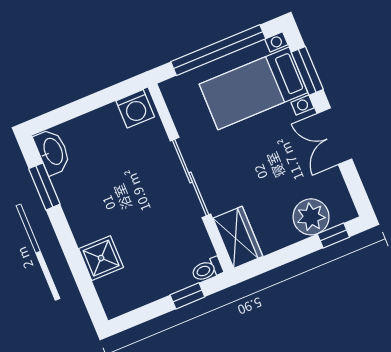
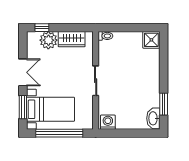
sliding door: (191, 178) -> (96, 81), width x0.73
wardrobe: (238, 237) -> (72, 39), moved, turned -90
shower: (101, 258) -> (151, 40), moved
window: (187, 296) -> (119, 28), removed

